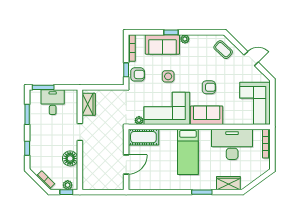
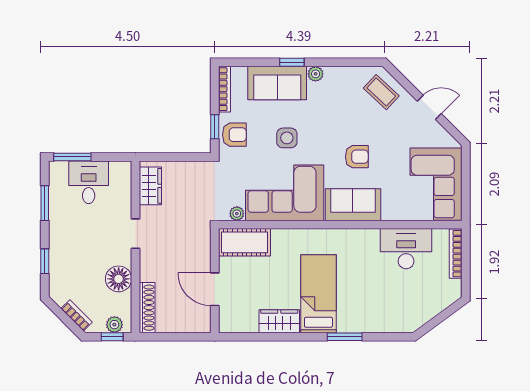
desk: (232, 144) -> (406, 249), width x0.73, depth x0.77
bed: (188, 152) -> (318, 294), moved, turned 180
door: (126, 165) -> (215, 289), swing flipped
shoe rack: (87, 175) -> (147, 308), added
wardrobe: (228, 183) -> (279, 321), moved

